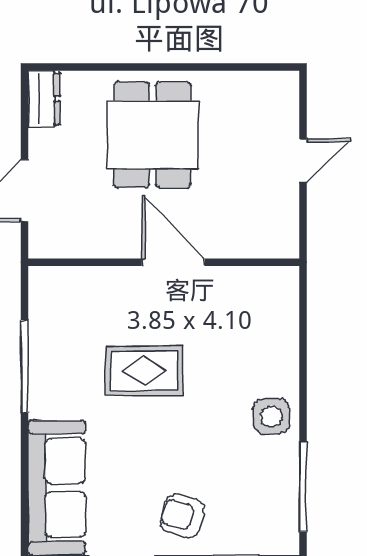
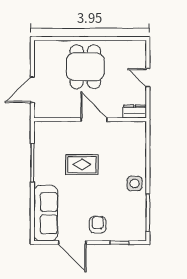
dresser: (44, 99) -> (135, 111), moved, turned -90
door: (303, 161) -> (148, 78), swing flipped
armchair: (182, 516) -> (98, 225), turned 75

